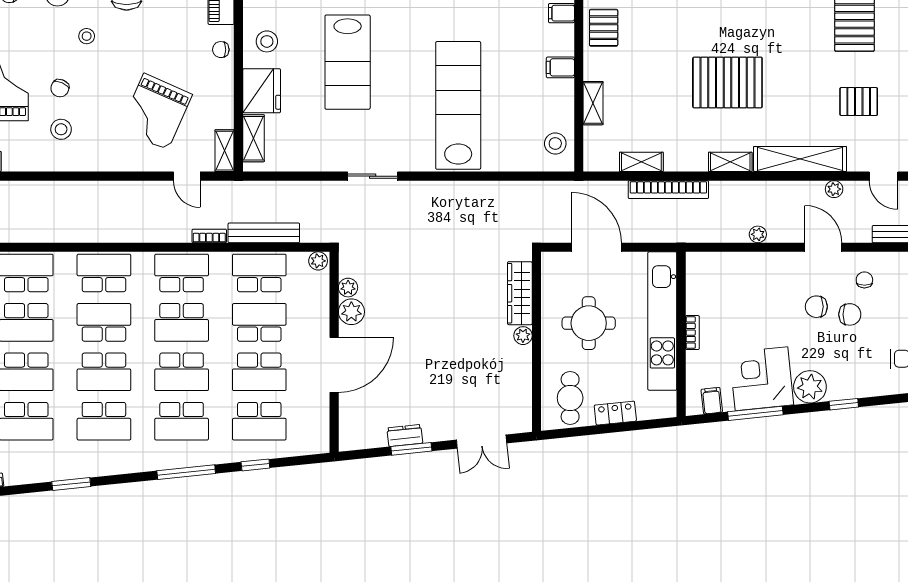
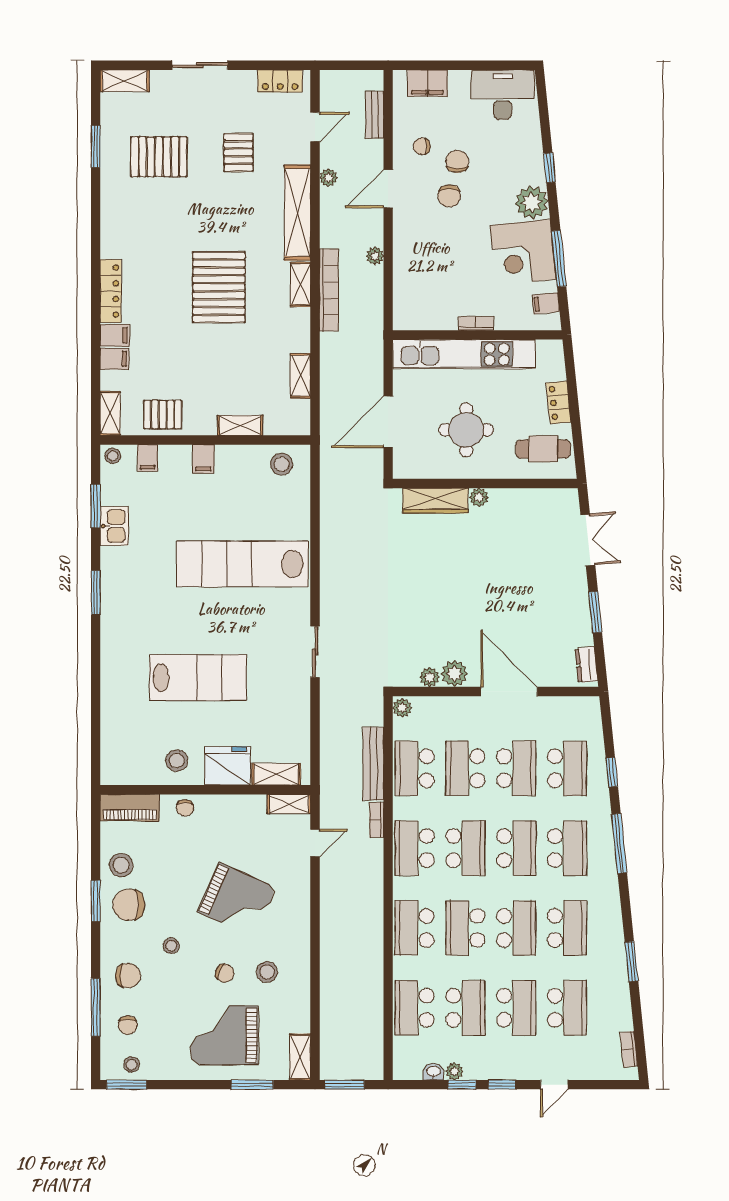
grand piano: (156, 112) -> (237, 900), moved
bookcase: (668, 190) -> (329, 290), moved
dresser: (405, 435) -> (586, 665), moved

